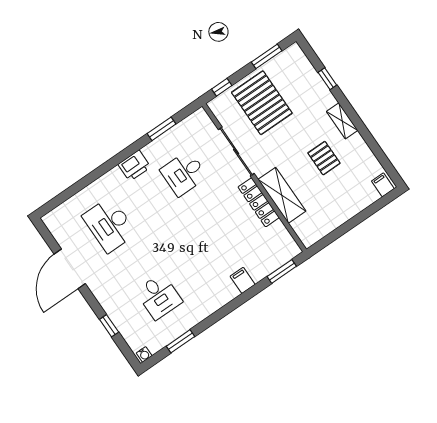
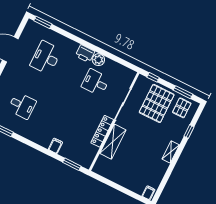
window: (162, 129) -> (43, 22), moved
plant: (154, 151) -> (98, 60), added
pallet: (324, 158) -> (182, 108), moved
desk: (159, 296) -> (22, 106), turned -90

